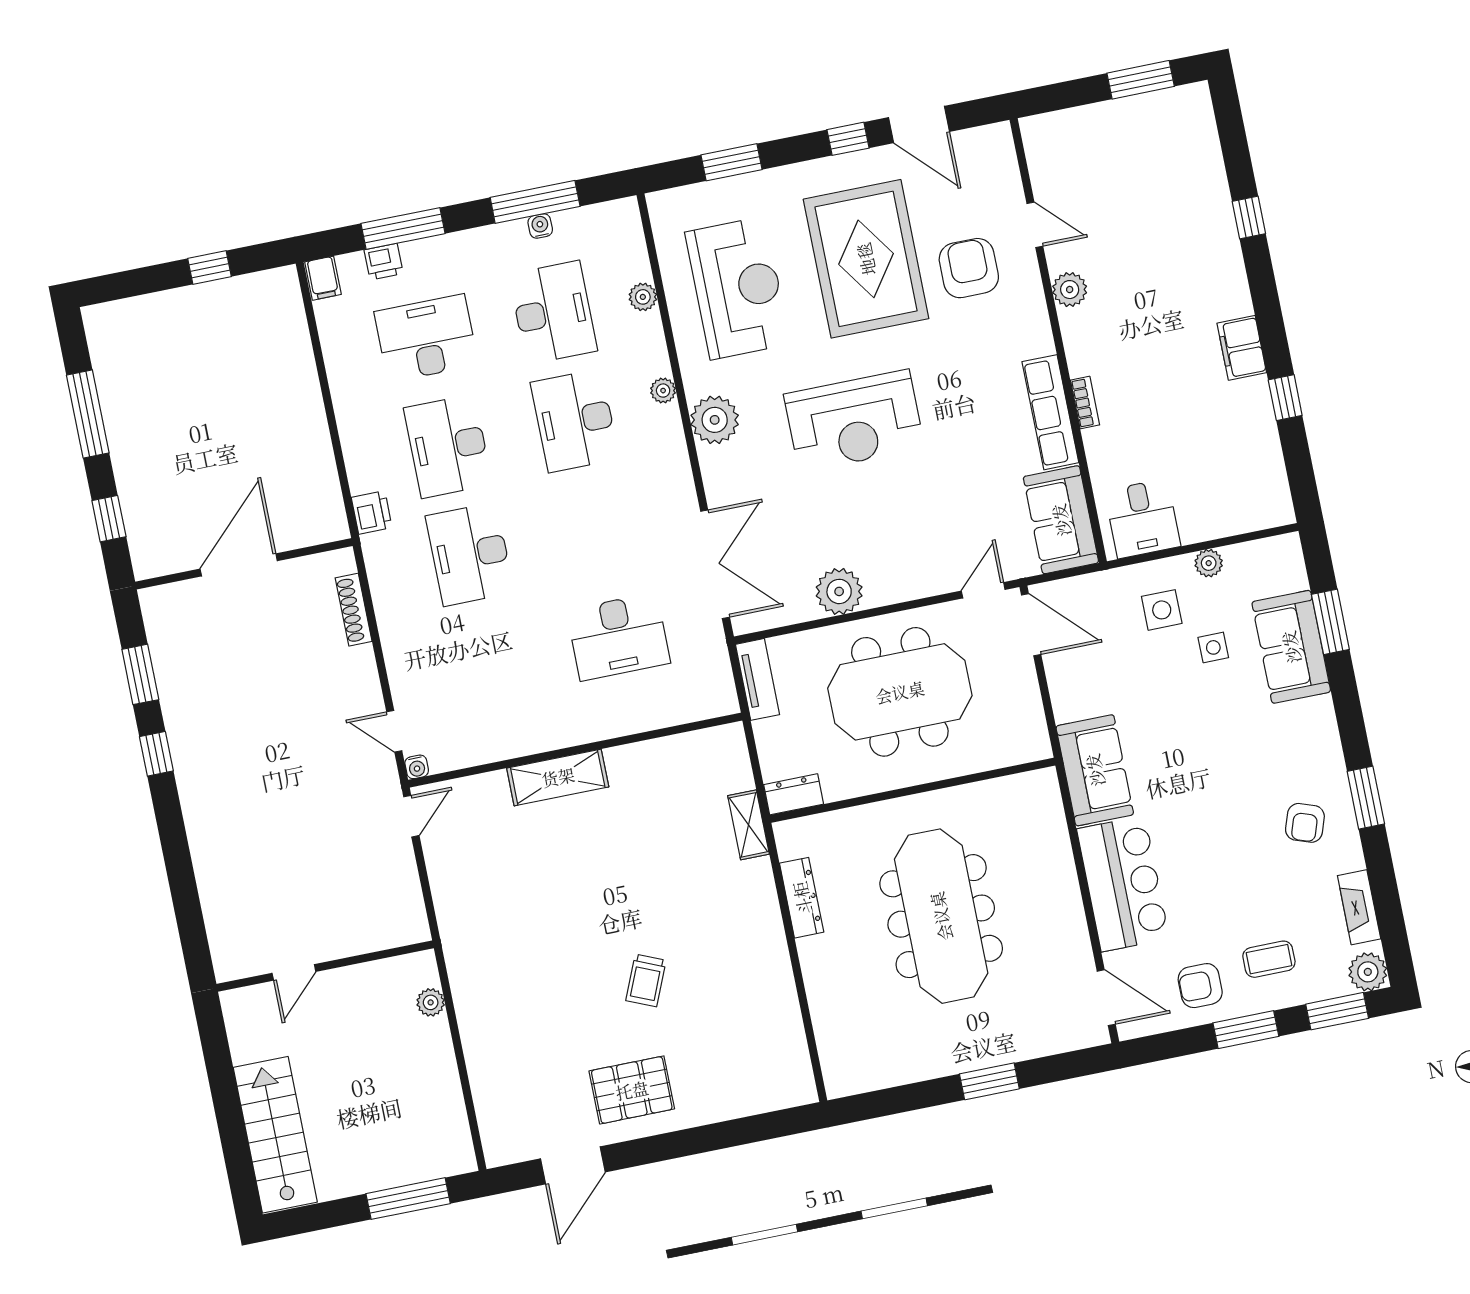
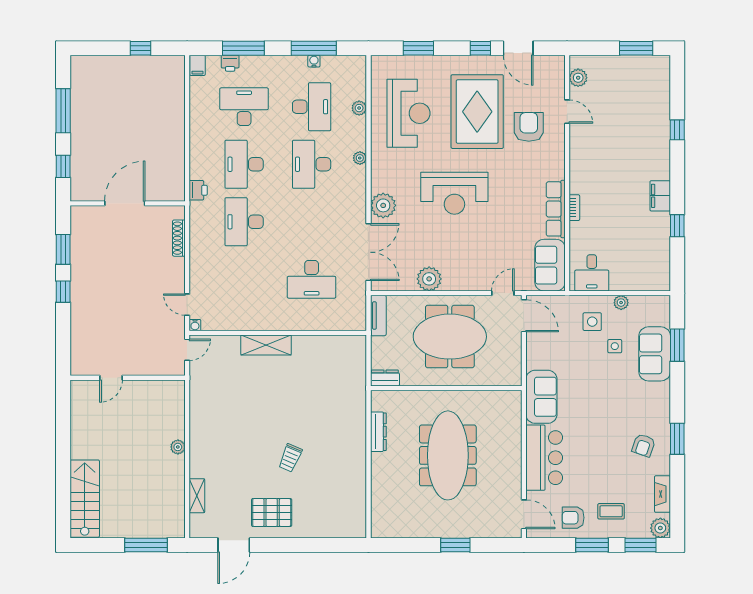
plant: (1070, 290) -> (578, 78), moved
plant: (715, 420) -> (383, 205), moved
shelving: (749, 825) -> (197, 496), moved
wall: (325, 966) -> (128, 378), moved
door: (294, 972) -> (111, 378), moved

